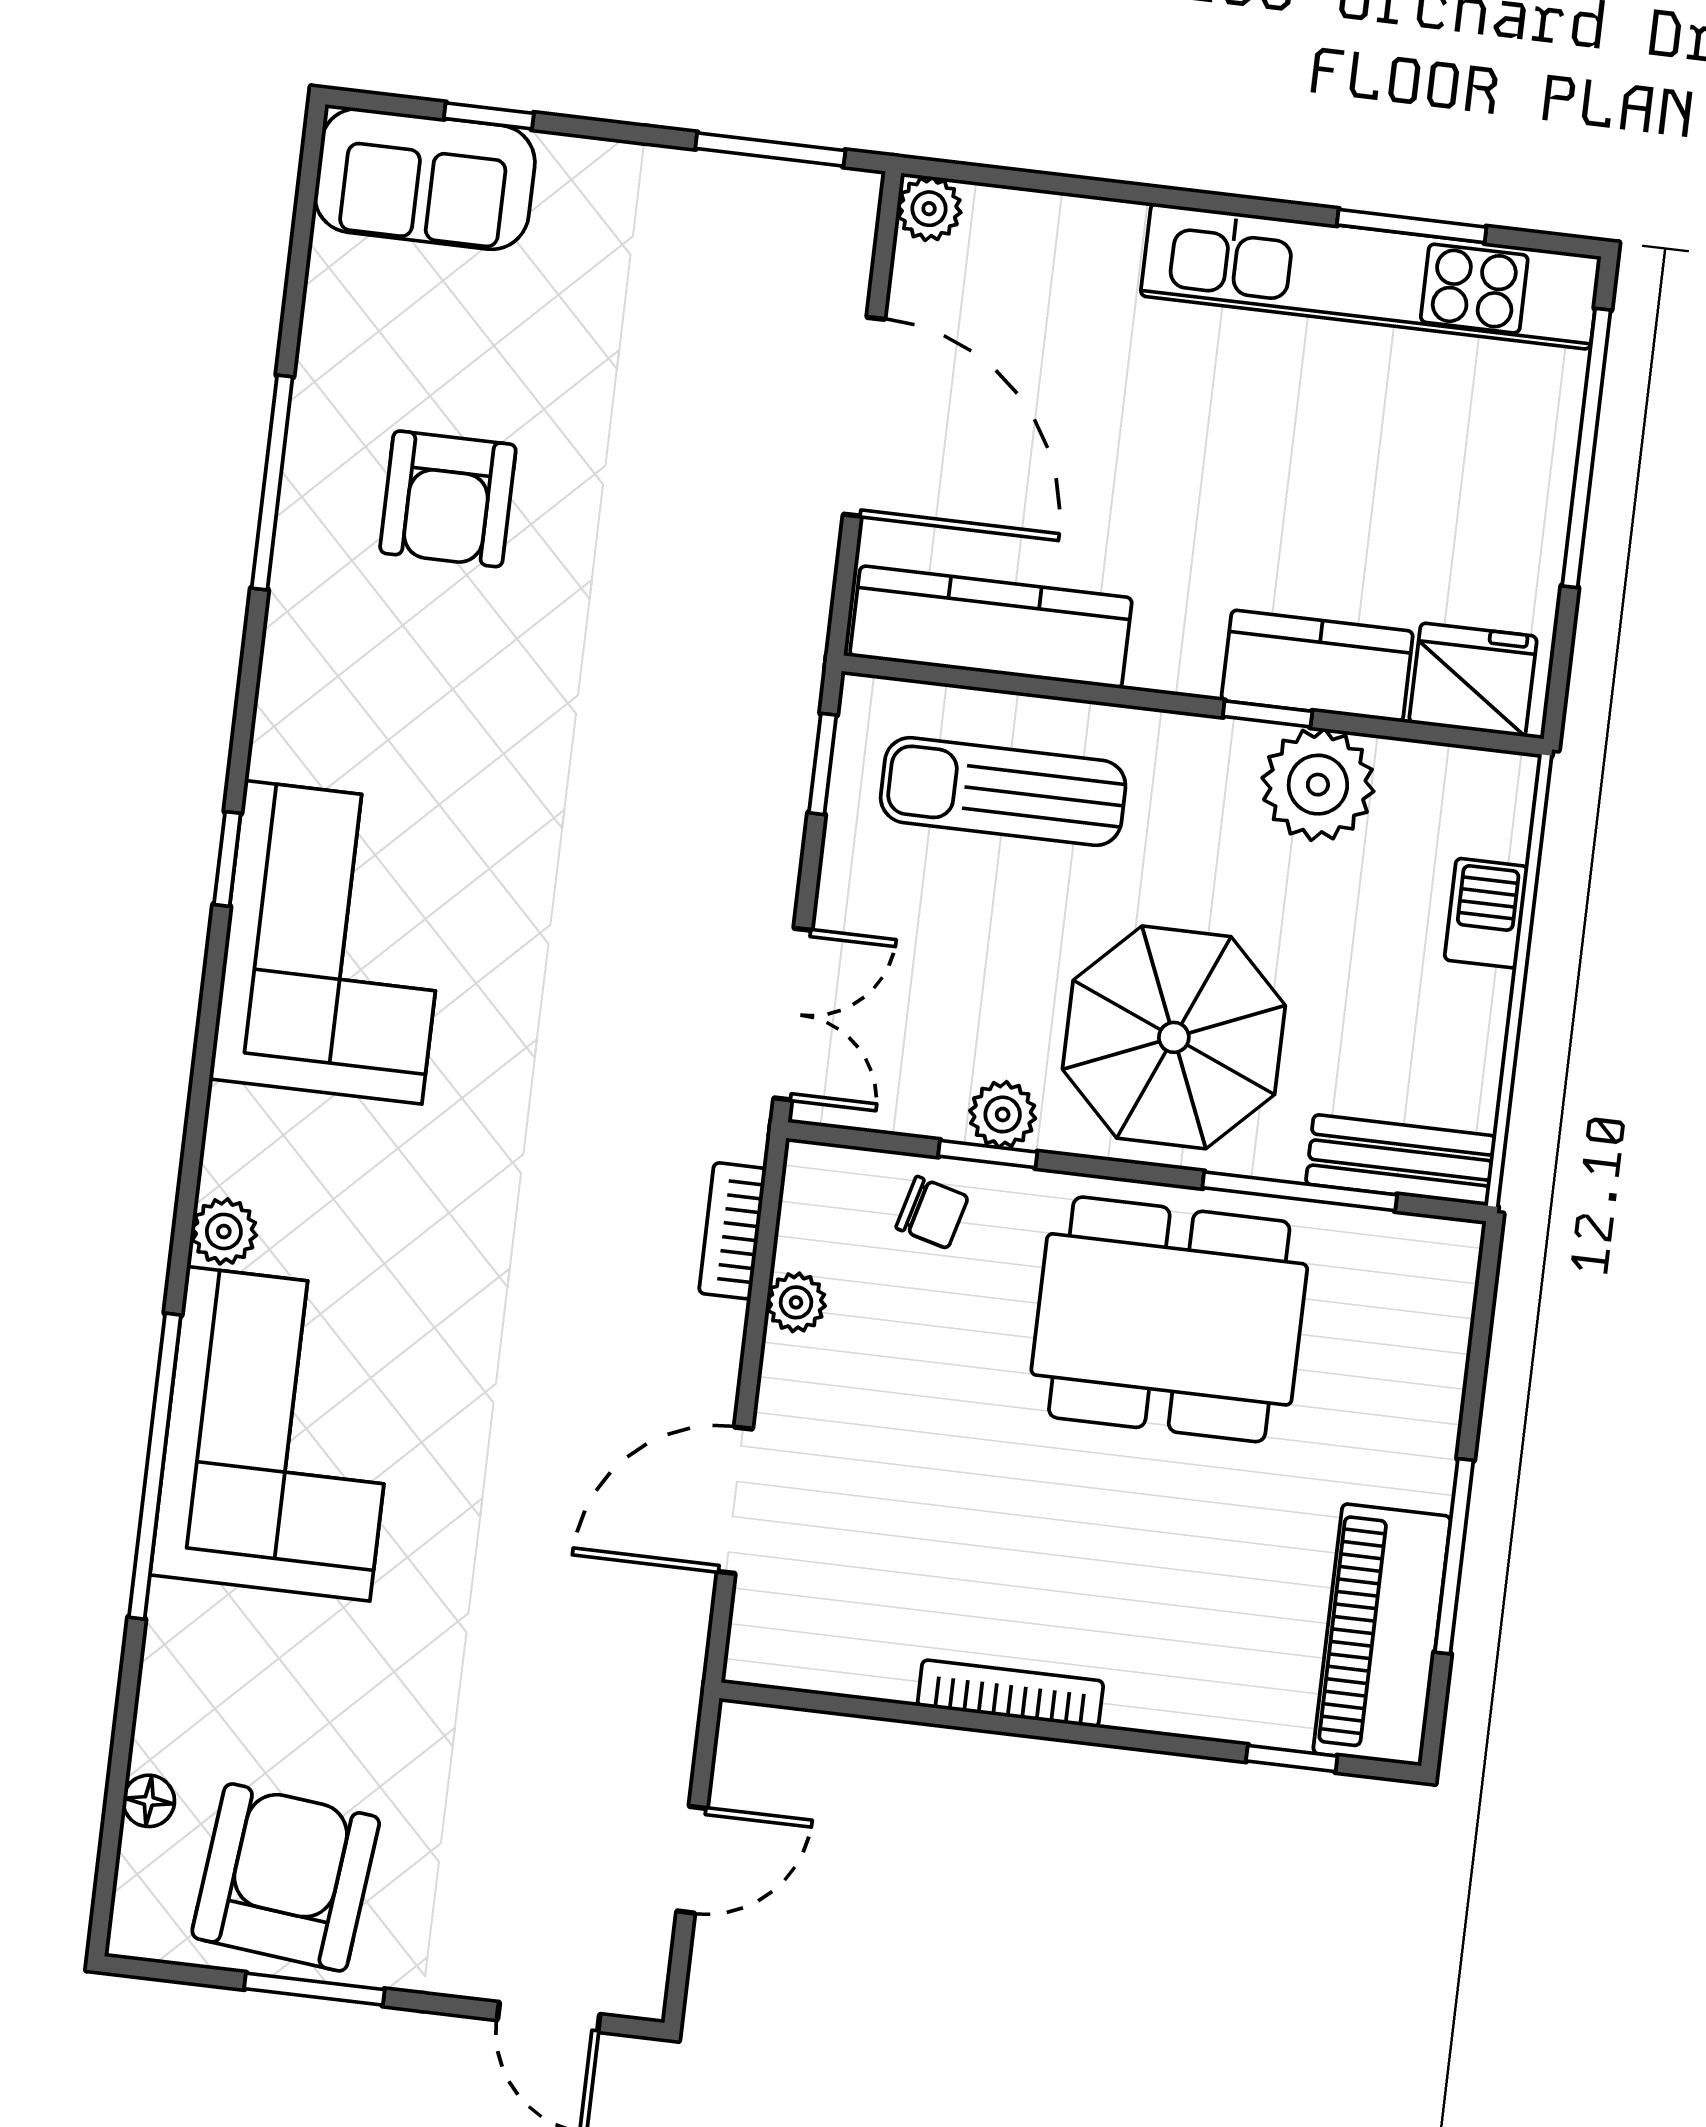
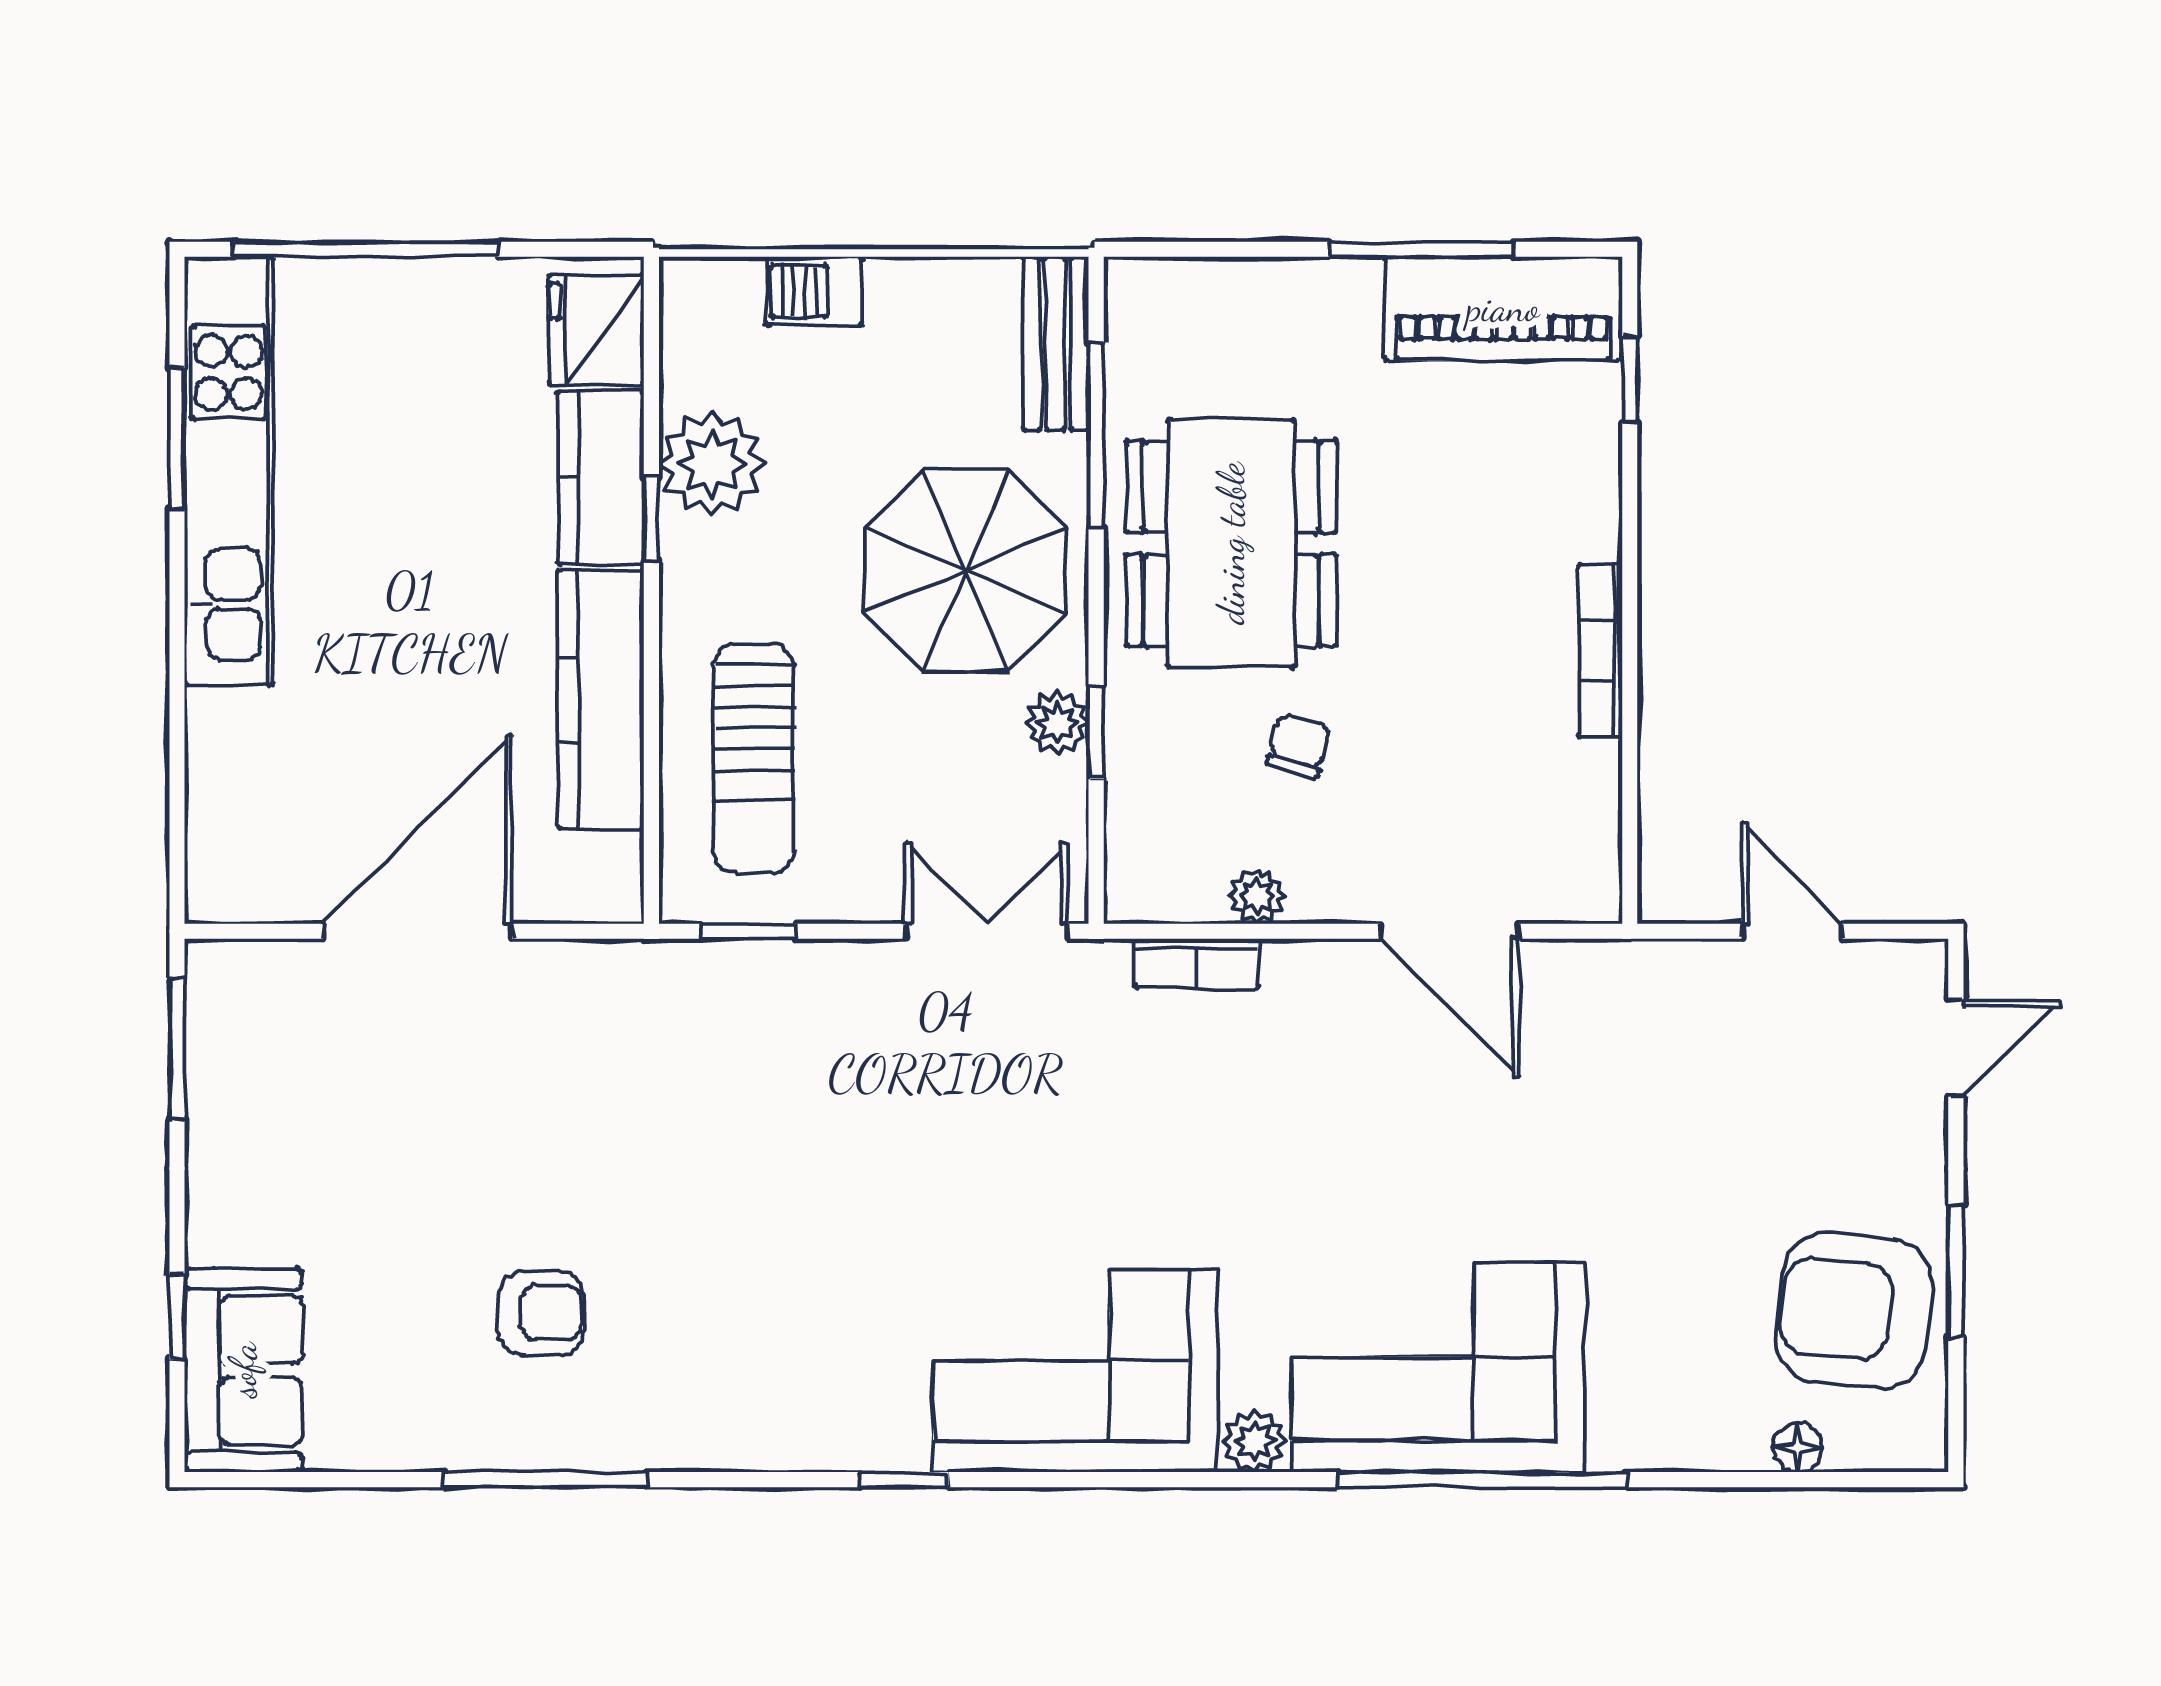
plant: (929, 209) -> (215, 893), removed
armchair: (448, 499) -> (541, 1313), width x0.72, depth x0.72
kitchen counter: (991, 627) -> (601, 700), moved
corner sofa: (333, 942) -> (1075, 1371), moved
chair: (932, 1212) -> (1299, 746), moved

